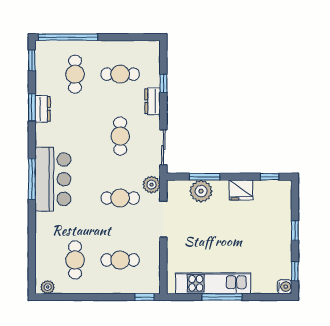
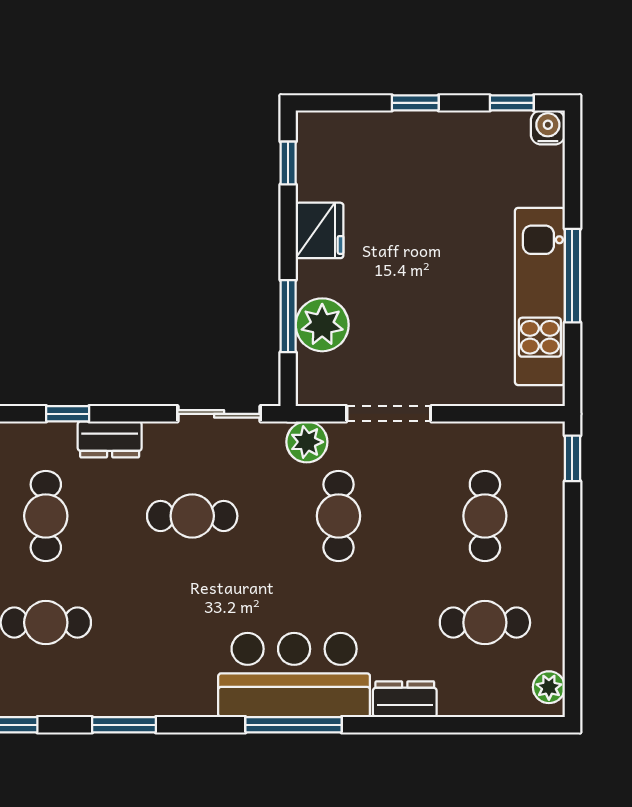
dresser: (43, 109) -> (405, 699), moved

